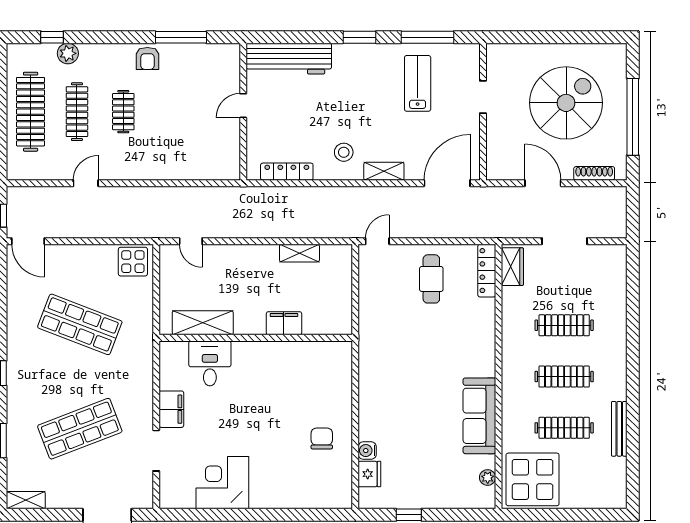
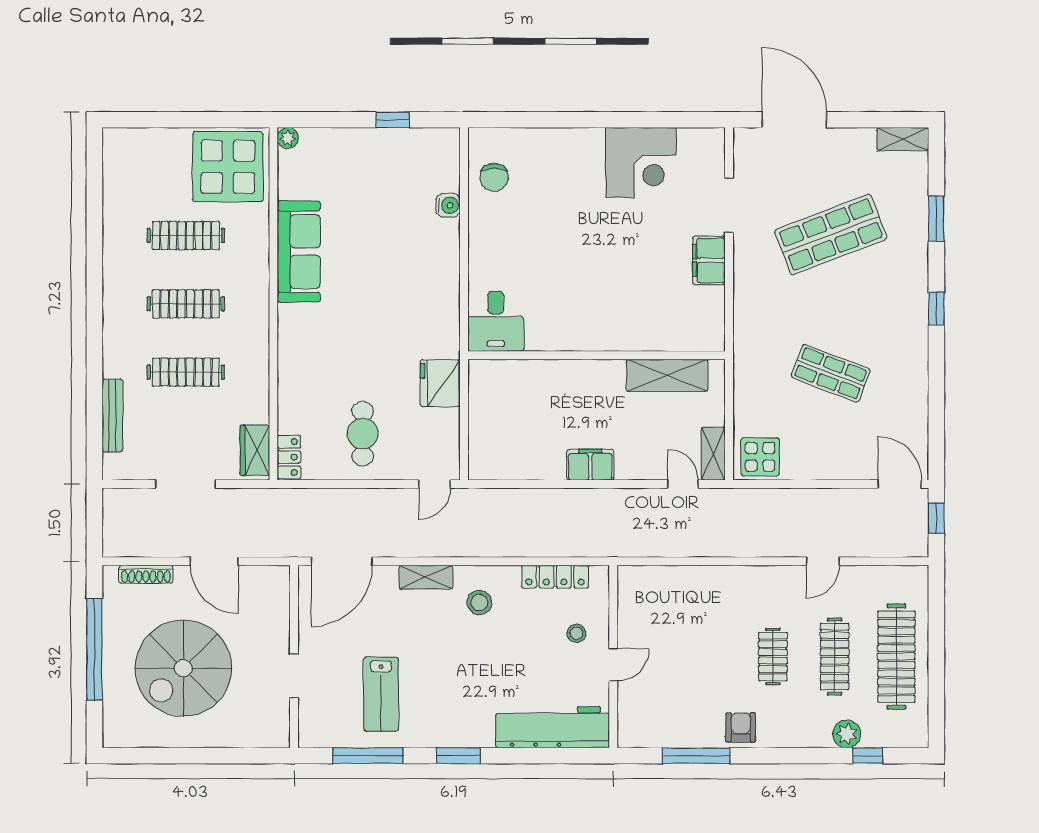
stool: (271, 129) -> (576, 633), added
shelving: (299, 253) -> (713, 454), moved, turned 90
locker: (487, 271) -> (289, 457), width x0.66
filing cabinet: (284, 323) -> (590, 465), moved, turned 180
shop shelf: (80, 324) -> (831, 373), width x0.70, depth x0.74
desk: (210, 363) -> (496, 321), moved
bench: (619, 429) -> (112, 415), moved
chair: (322, 438) -> (494, 177), moved
fridge: (369, 474) -> (440, 383), moved, width x1.36, depth x1.34
plant: (488, 477) -> (288, 138), moved

